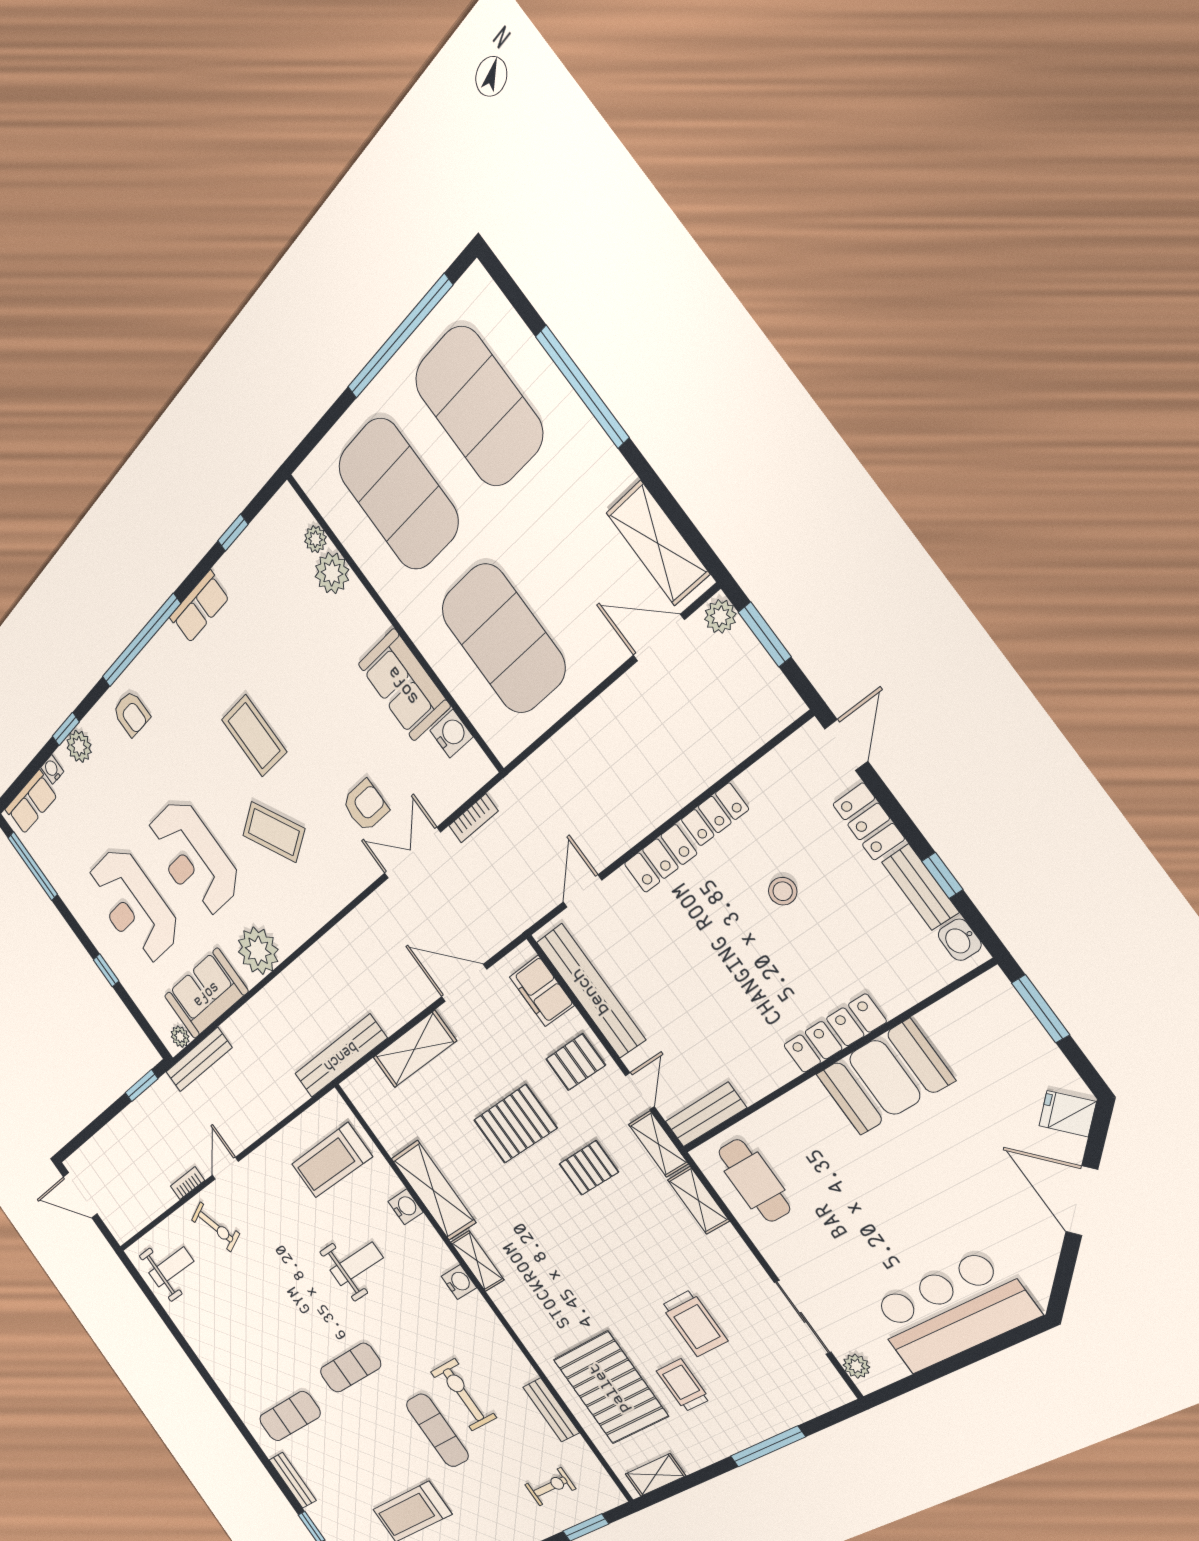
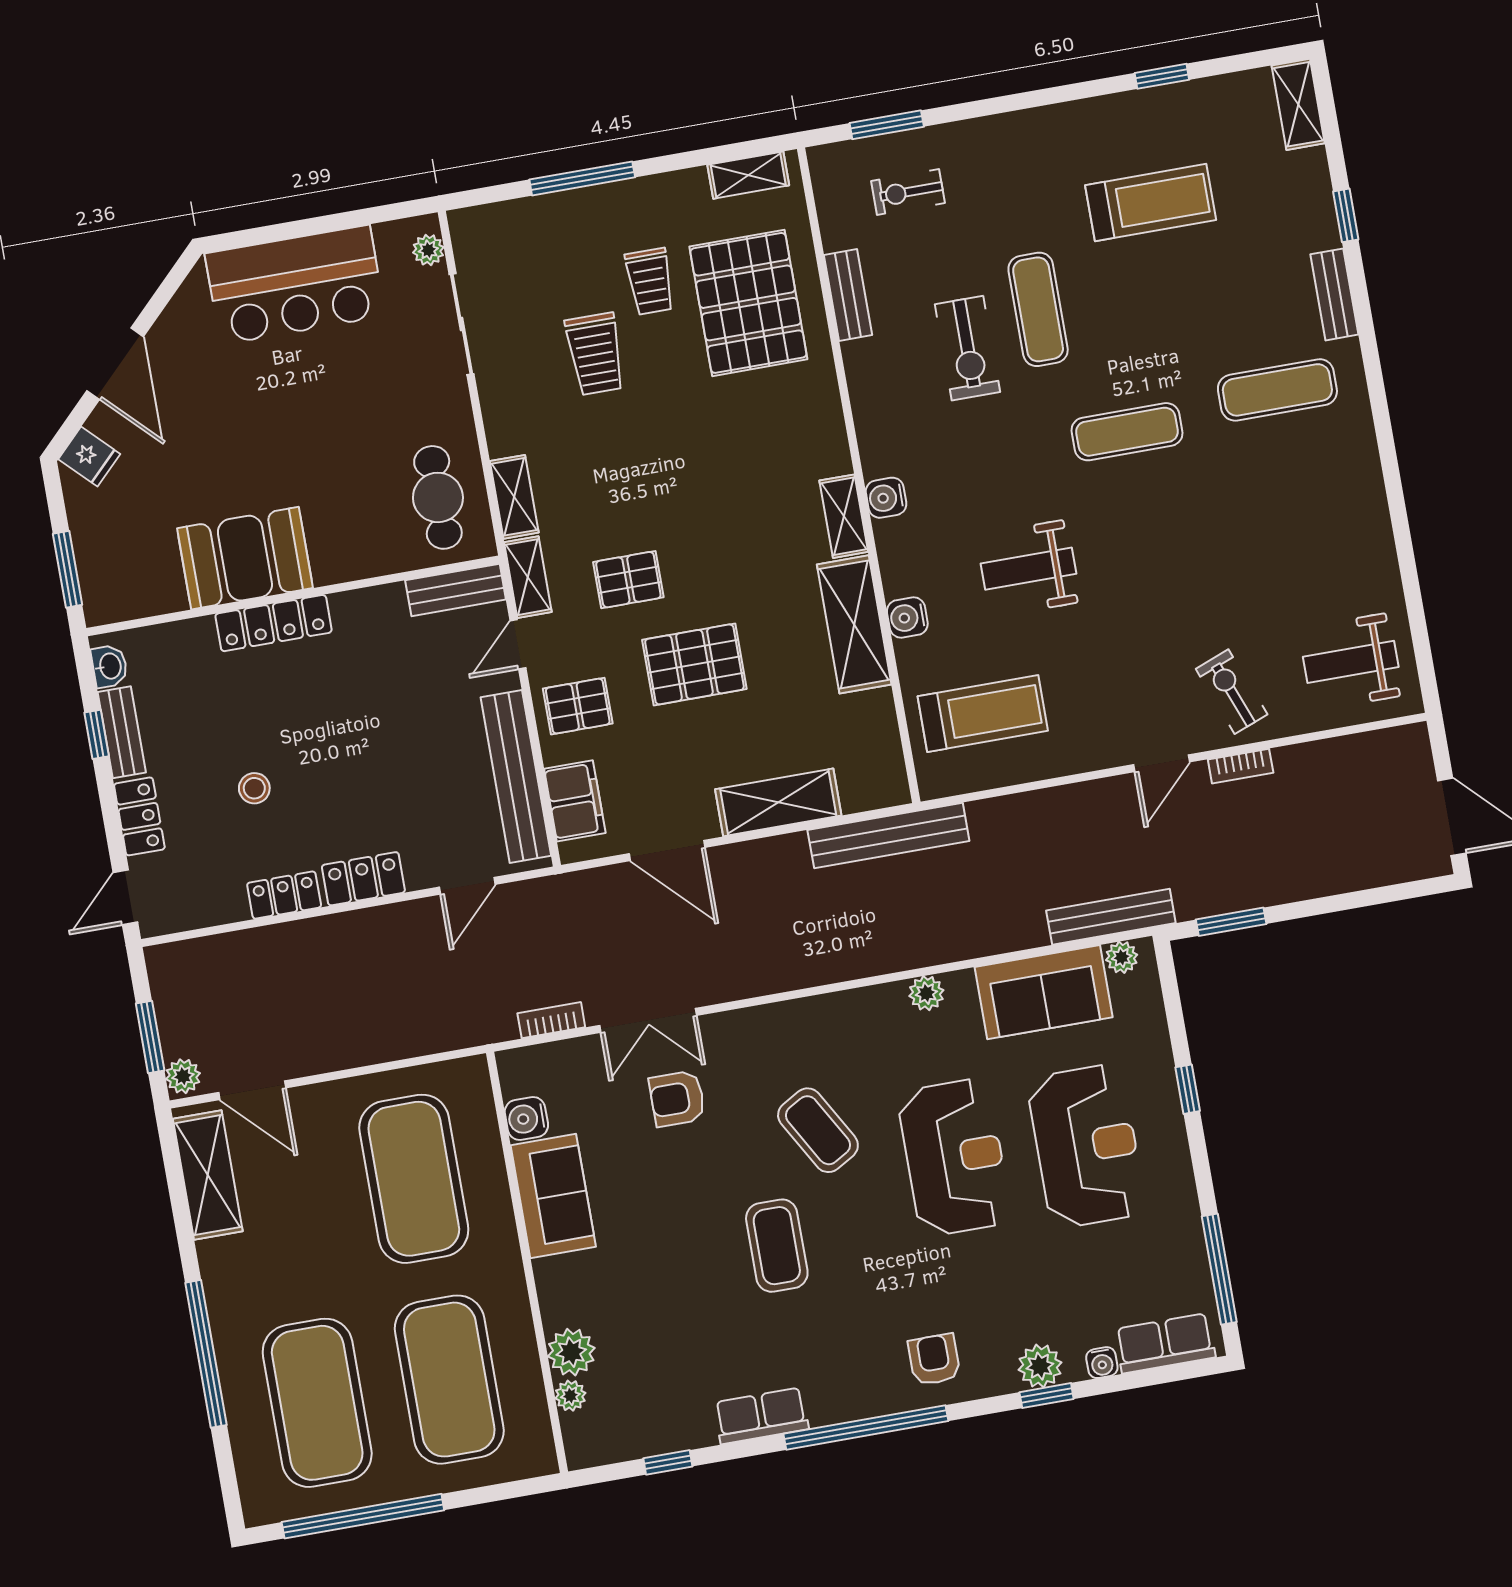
plant: (258, 951) -> (926, 993), width x0.53, depth x0.53
trolley: (694, 1323) -> (595, 354), turned 180

